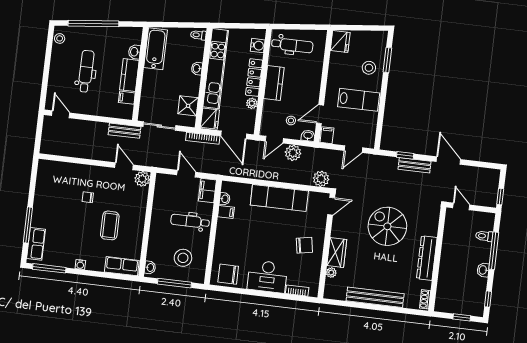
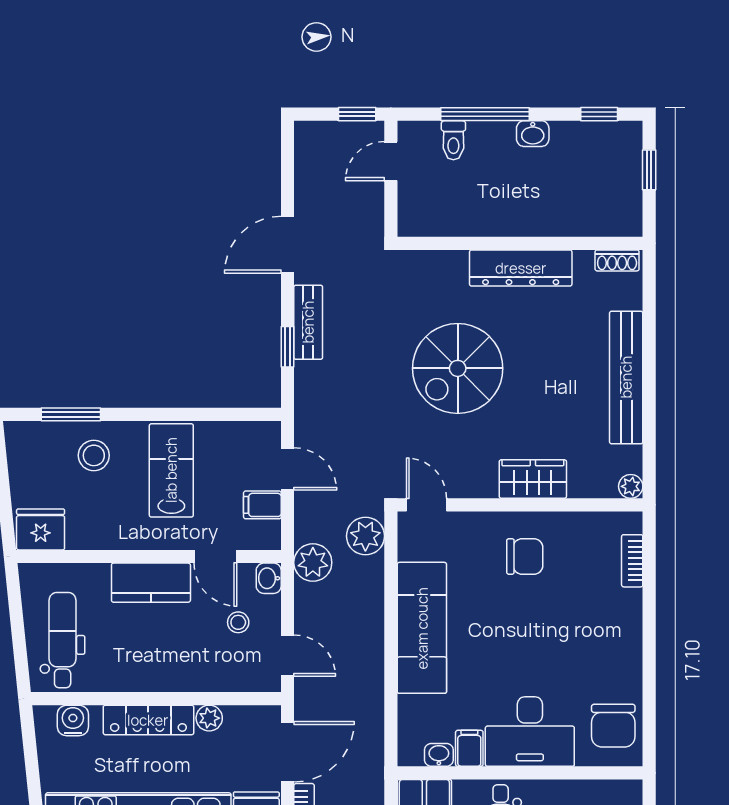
kitchen counter: (274, 83) -> (151, 583), moved, turned 180
filing cabinet: (327, 135) -> (262, 505), moved
plant: (293, 153) -> (313, 562), moved
door: (461, 206) -> (391, 161), moved
chair: (304, 245) -> (525, 556), turned 100
plant: (331, 273) -> (631, 486), moved
desk: (267, 277) -> (530, 732), moved, turned 90

